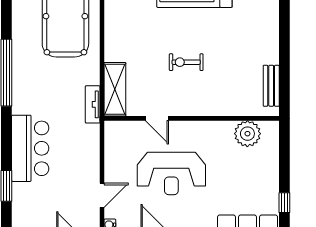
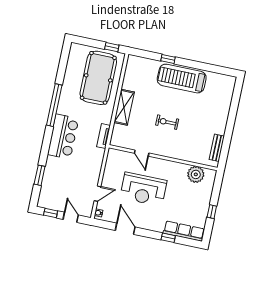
shelving: (115, 89) -> (124, 107), moved
bar counter: (30, 148) -> (63, 137), moved
window: (284, 203) -> (212, 212), moved

